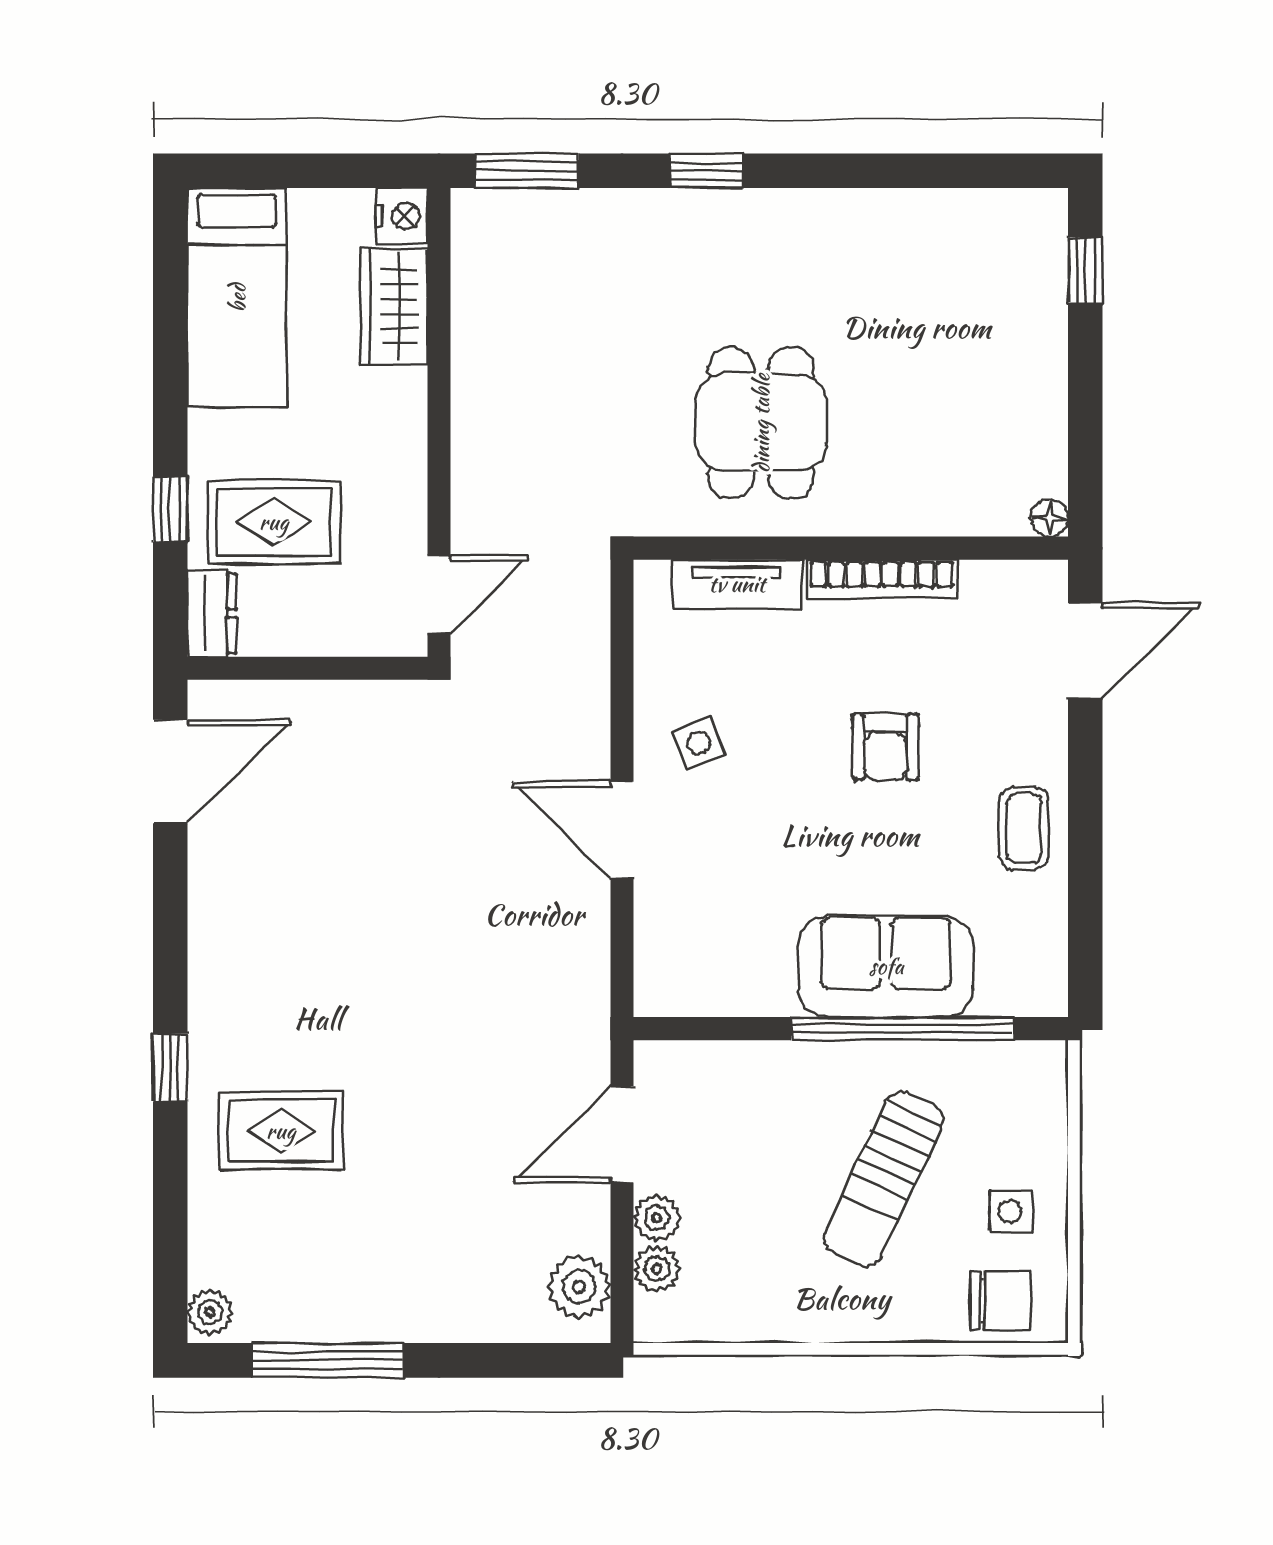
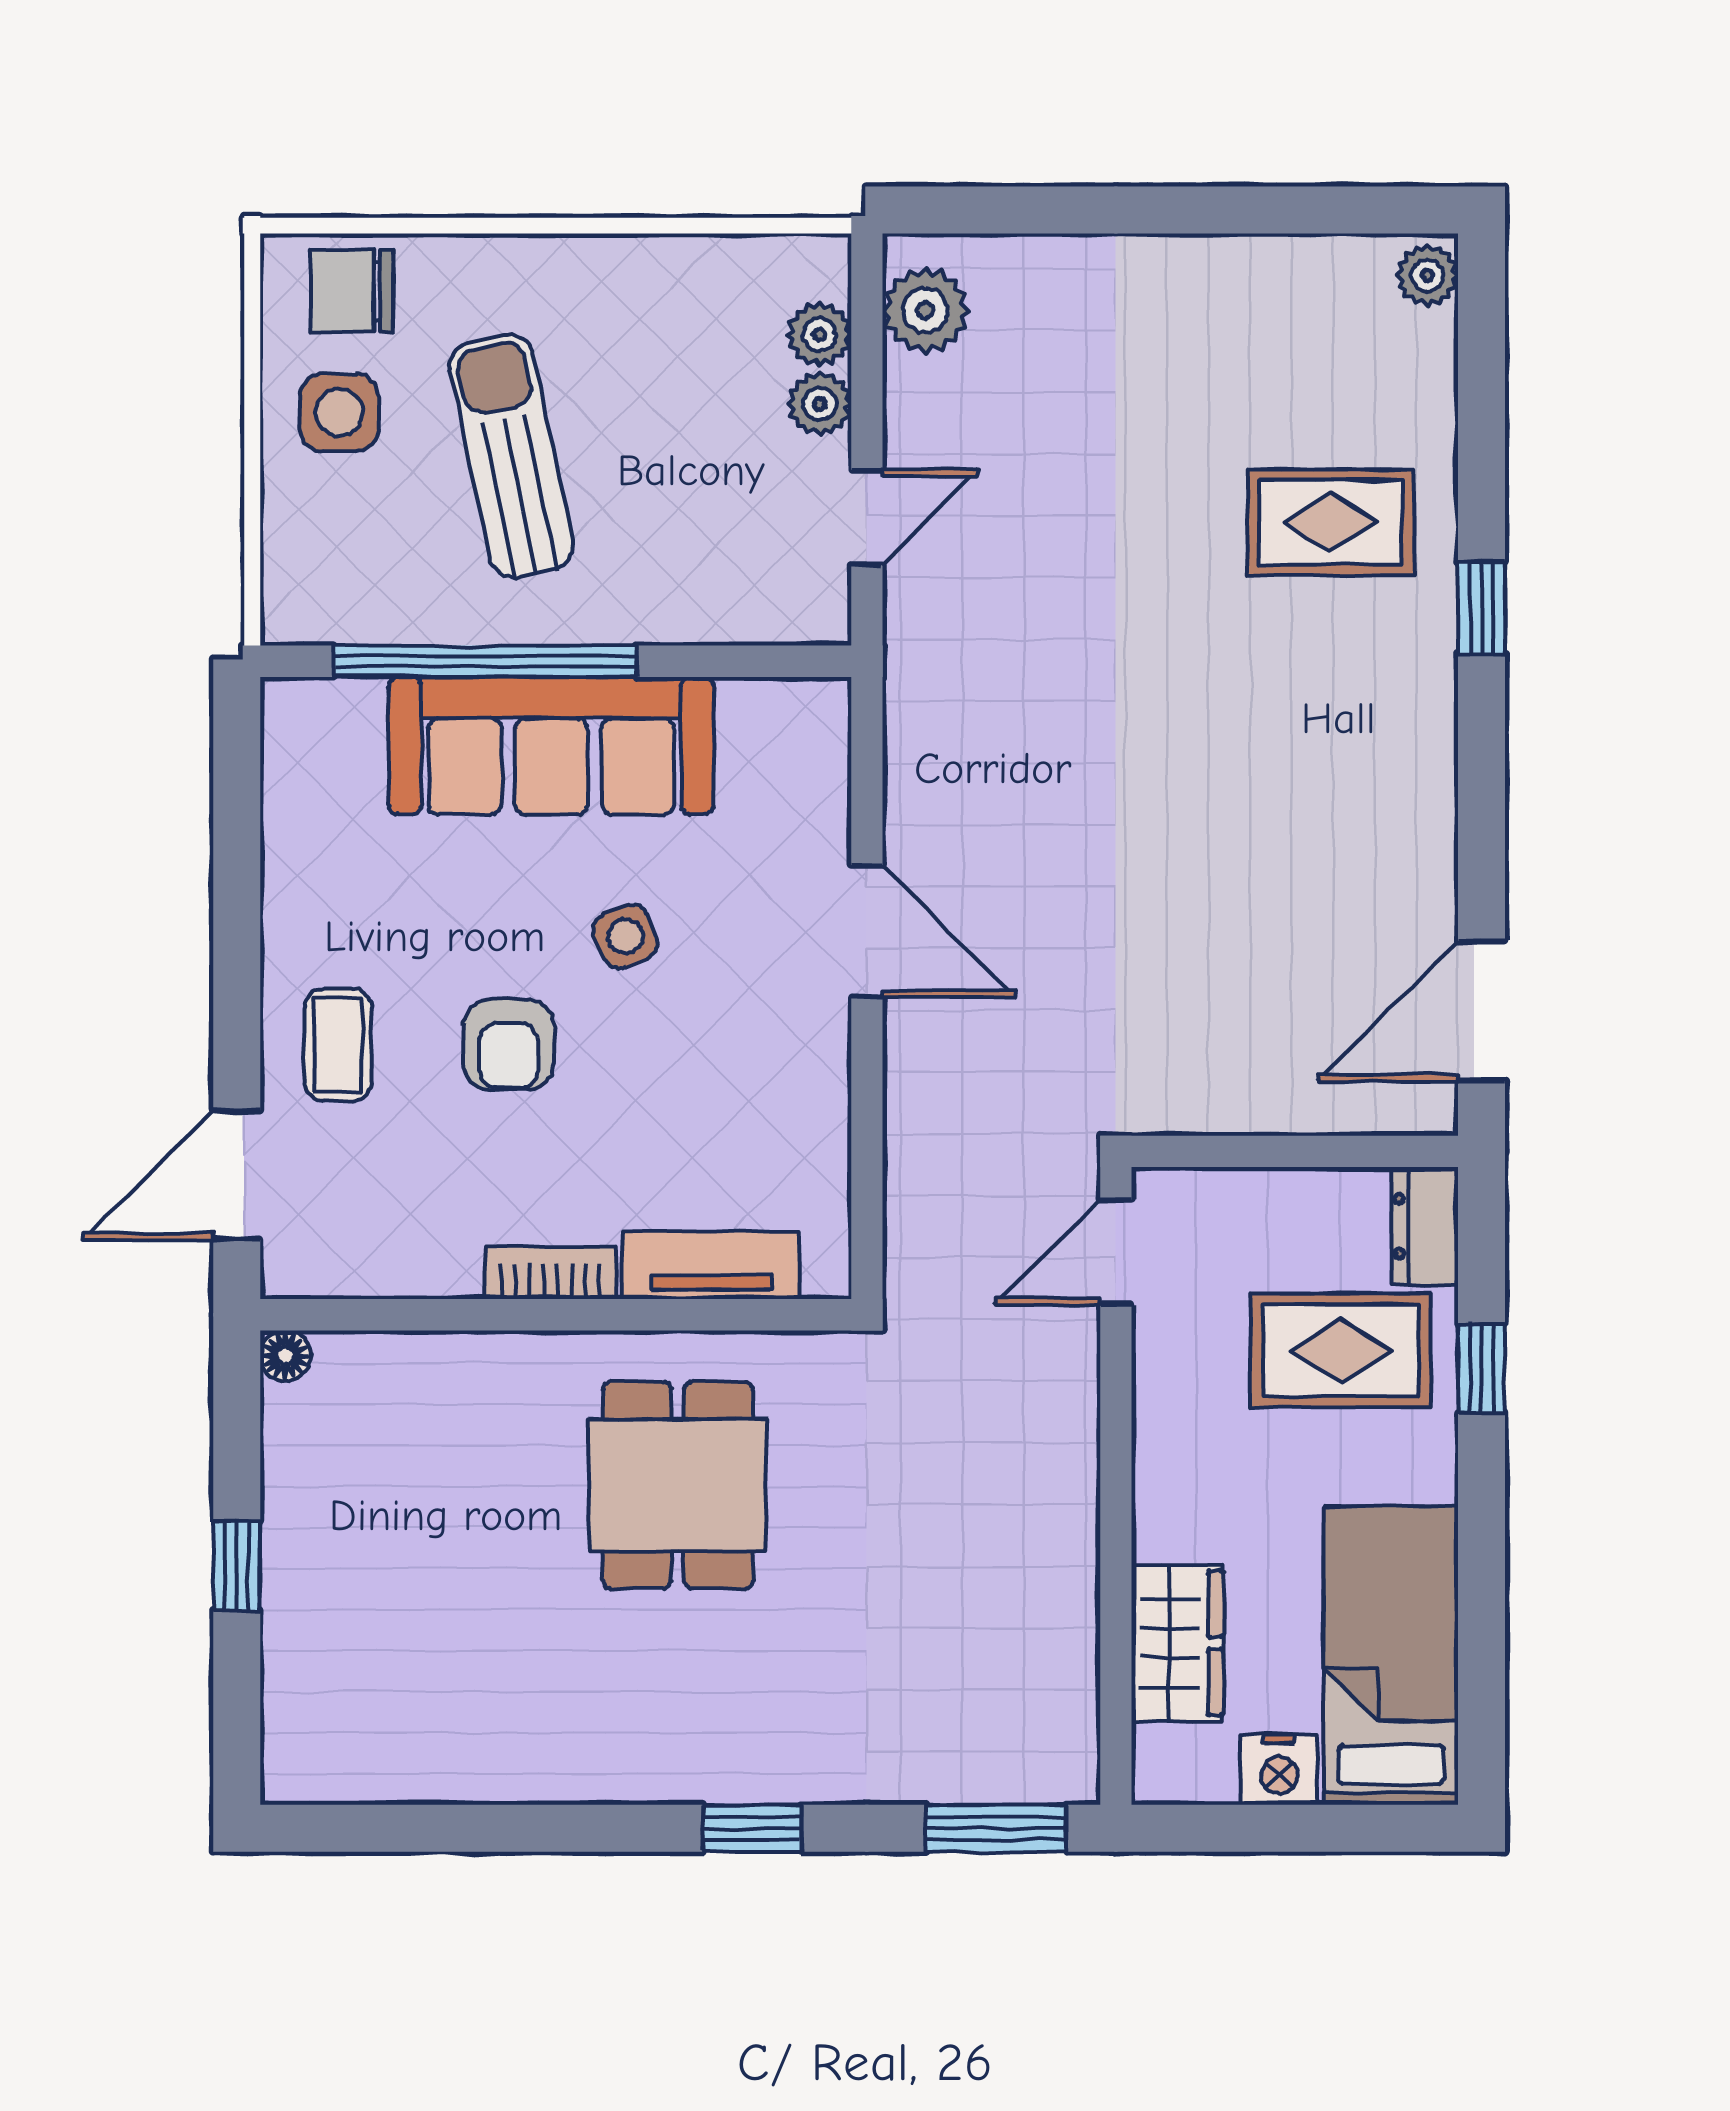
nightstand: (402, 216) -> (1279, 1770), moved, turned -90
window: (1085, 270) -> (237, 1566), moved
bookcase: (882, 579) -> (551, 1273), width x0.64
side table: (698, 743) -> (625, 936), moved
armchair: (885, 747) -> (509, 1044), turned 180
coffee table: (1024, 828) -> (338, 1045), moved
sofa: (886, 966) -> (551, 746), width x1.36
door: (622, 1134) -> (867, 518), width x0.73
sun lounger: (883, 1179) -> (511, 456), turned -37
side table: (1010, 1212) -> (339, 412), width x1.37, depth x1.37
window: (328, 1360) -> (1267, 210), removed

